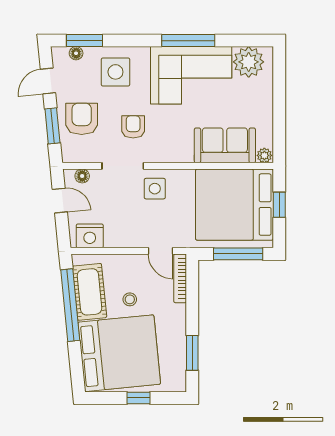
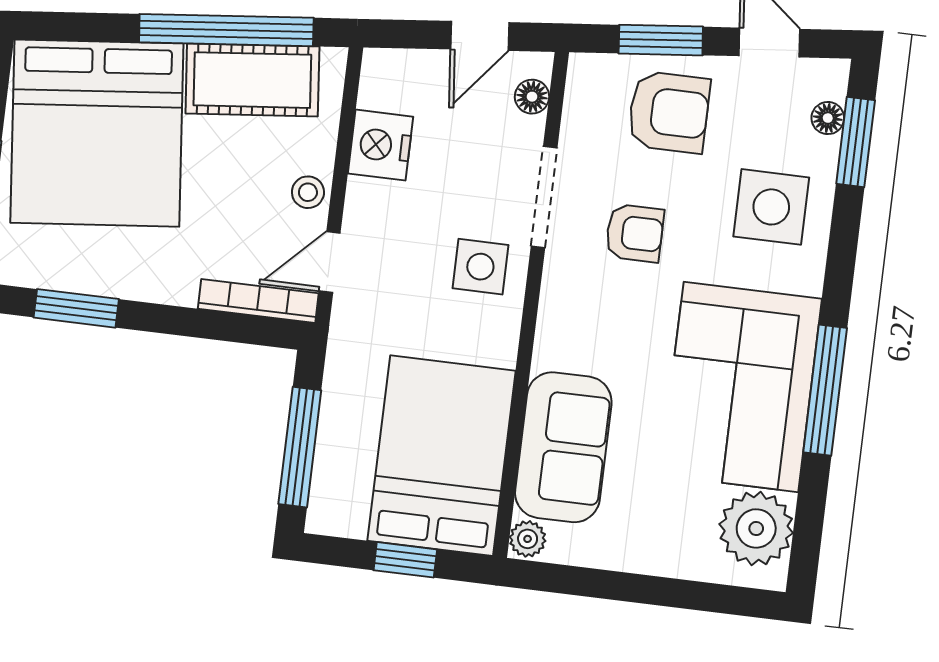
bed: (234, 205) -> (442, 456), width x0.73
nightstand: (90, 236) -> (380, 145), moved
stool: (130, 299) -> (308, 192), moved

